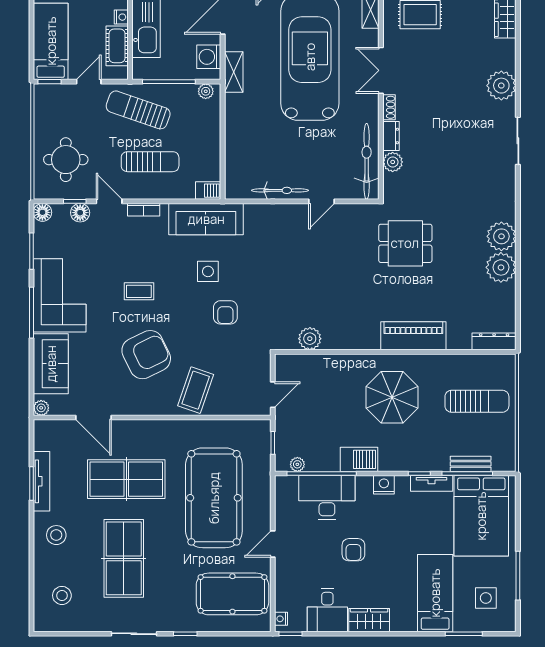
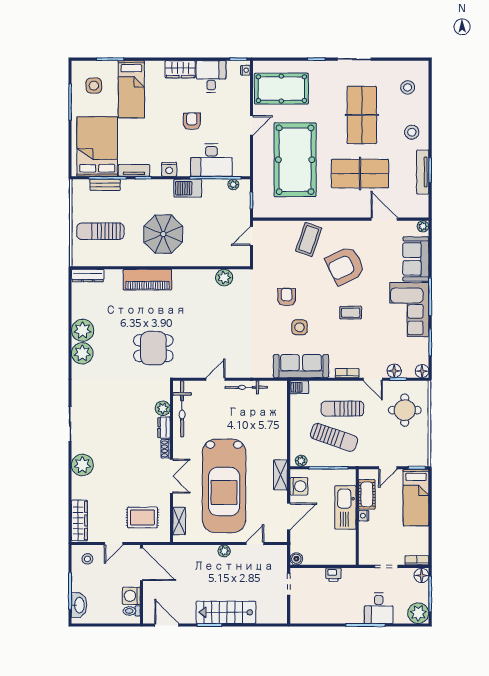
sun lounger: (138, 110) -> (334, 437), moved

